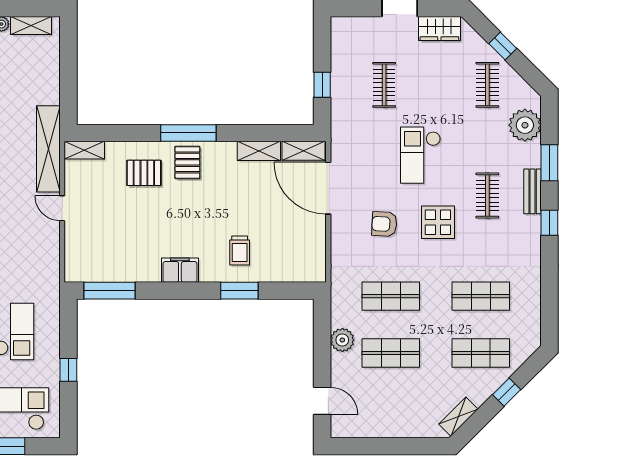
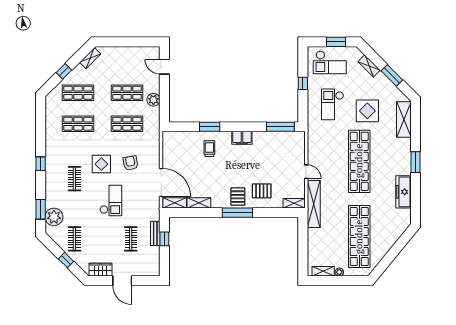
window: (549, 163) -> (41, 209), moved
bench: (533, 191) -> (155, 233), moved
armchair: (384, 224) -> (131, 163), turned -103

